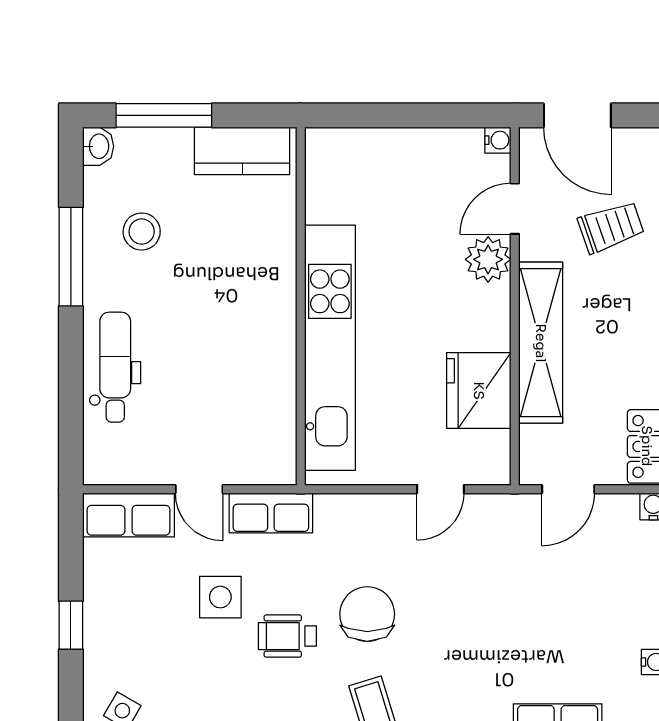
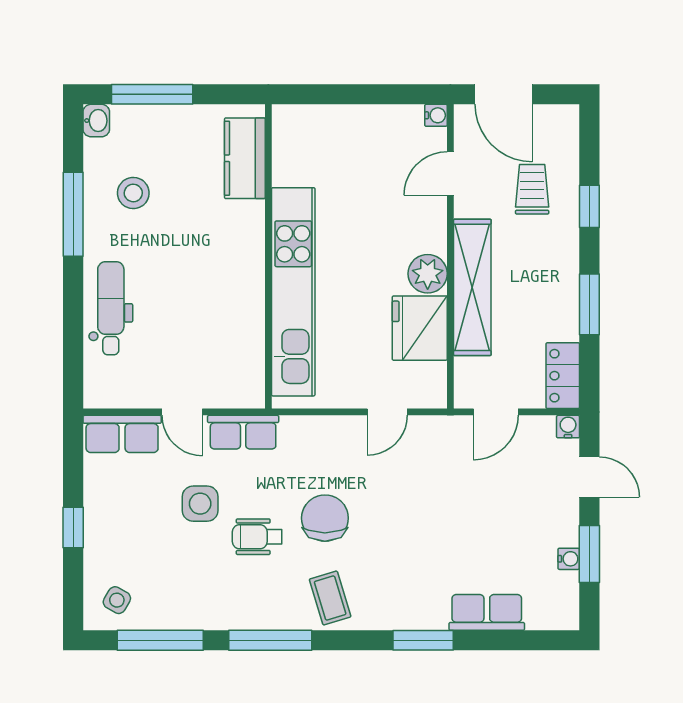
kitchen counter: (242, 151) -> (245, 158), moved, turned 90
trolley: (611, 227) -> (532, 189), turned -71
plant: (488, 259) -> (428, 274), moved

